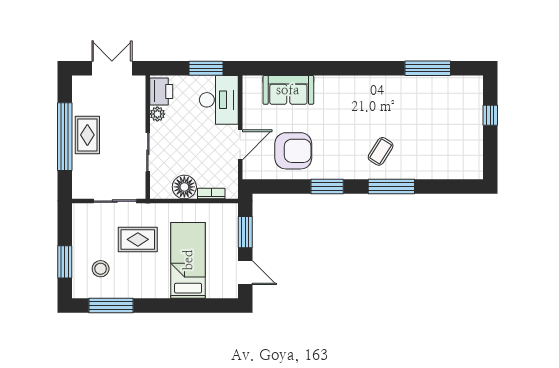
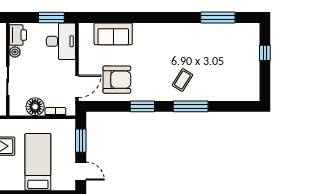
door: (240, 145) -> (77, 86), moved

